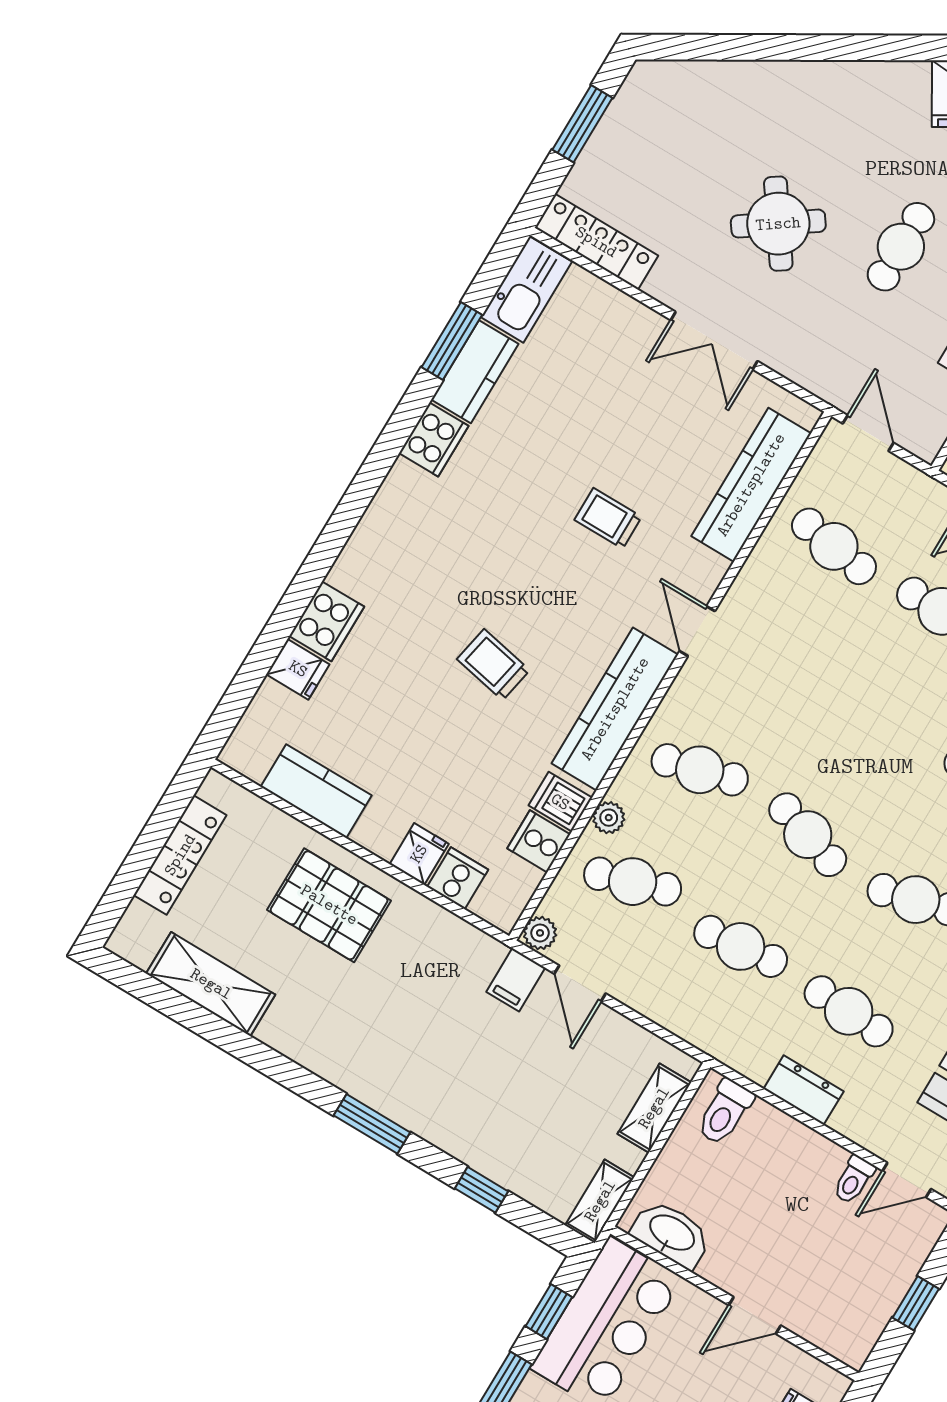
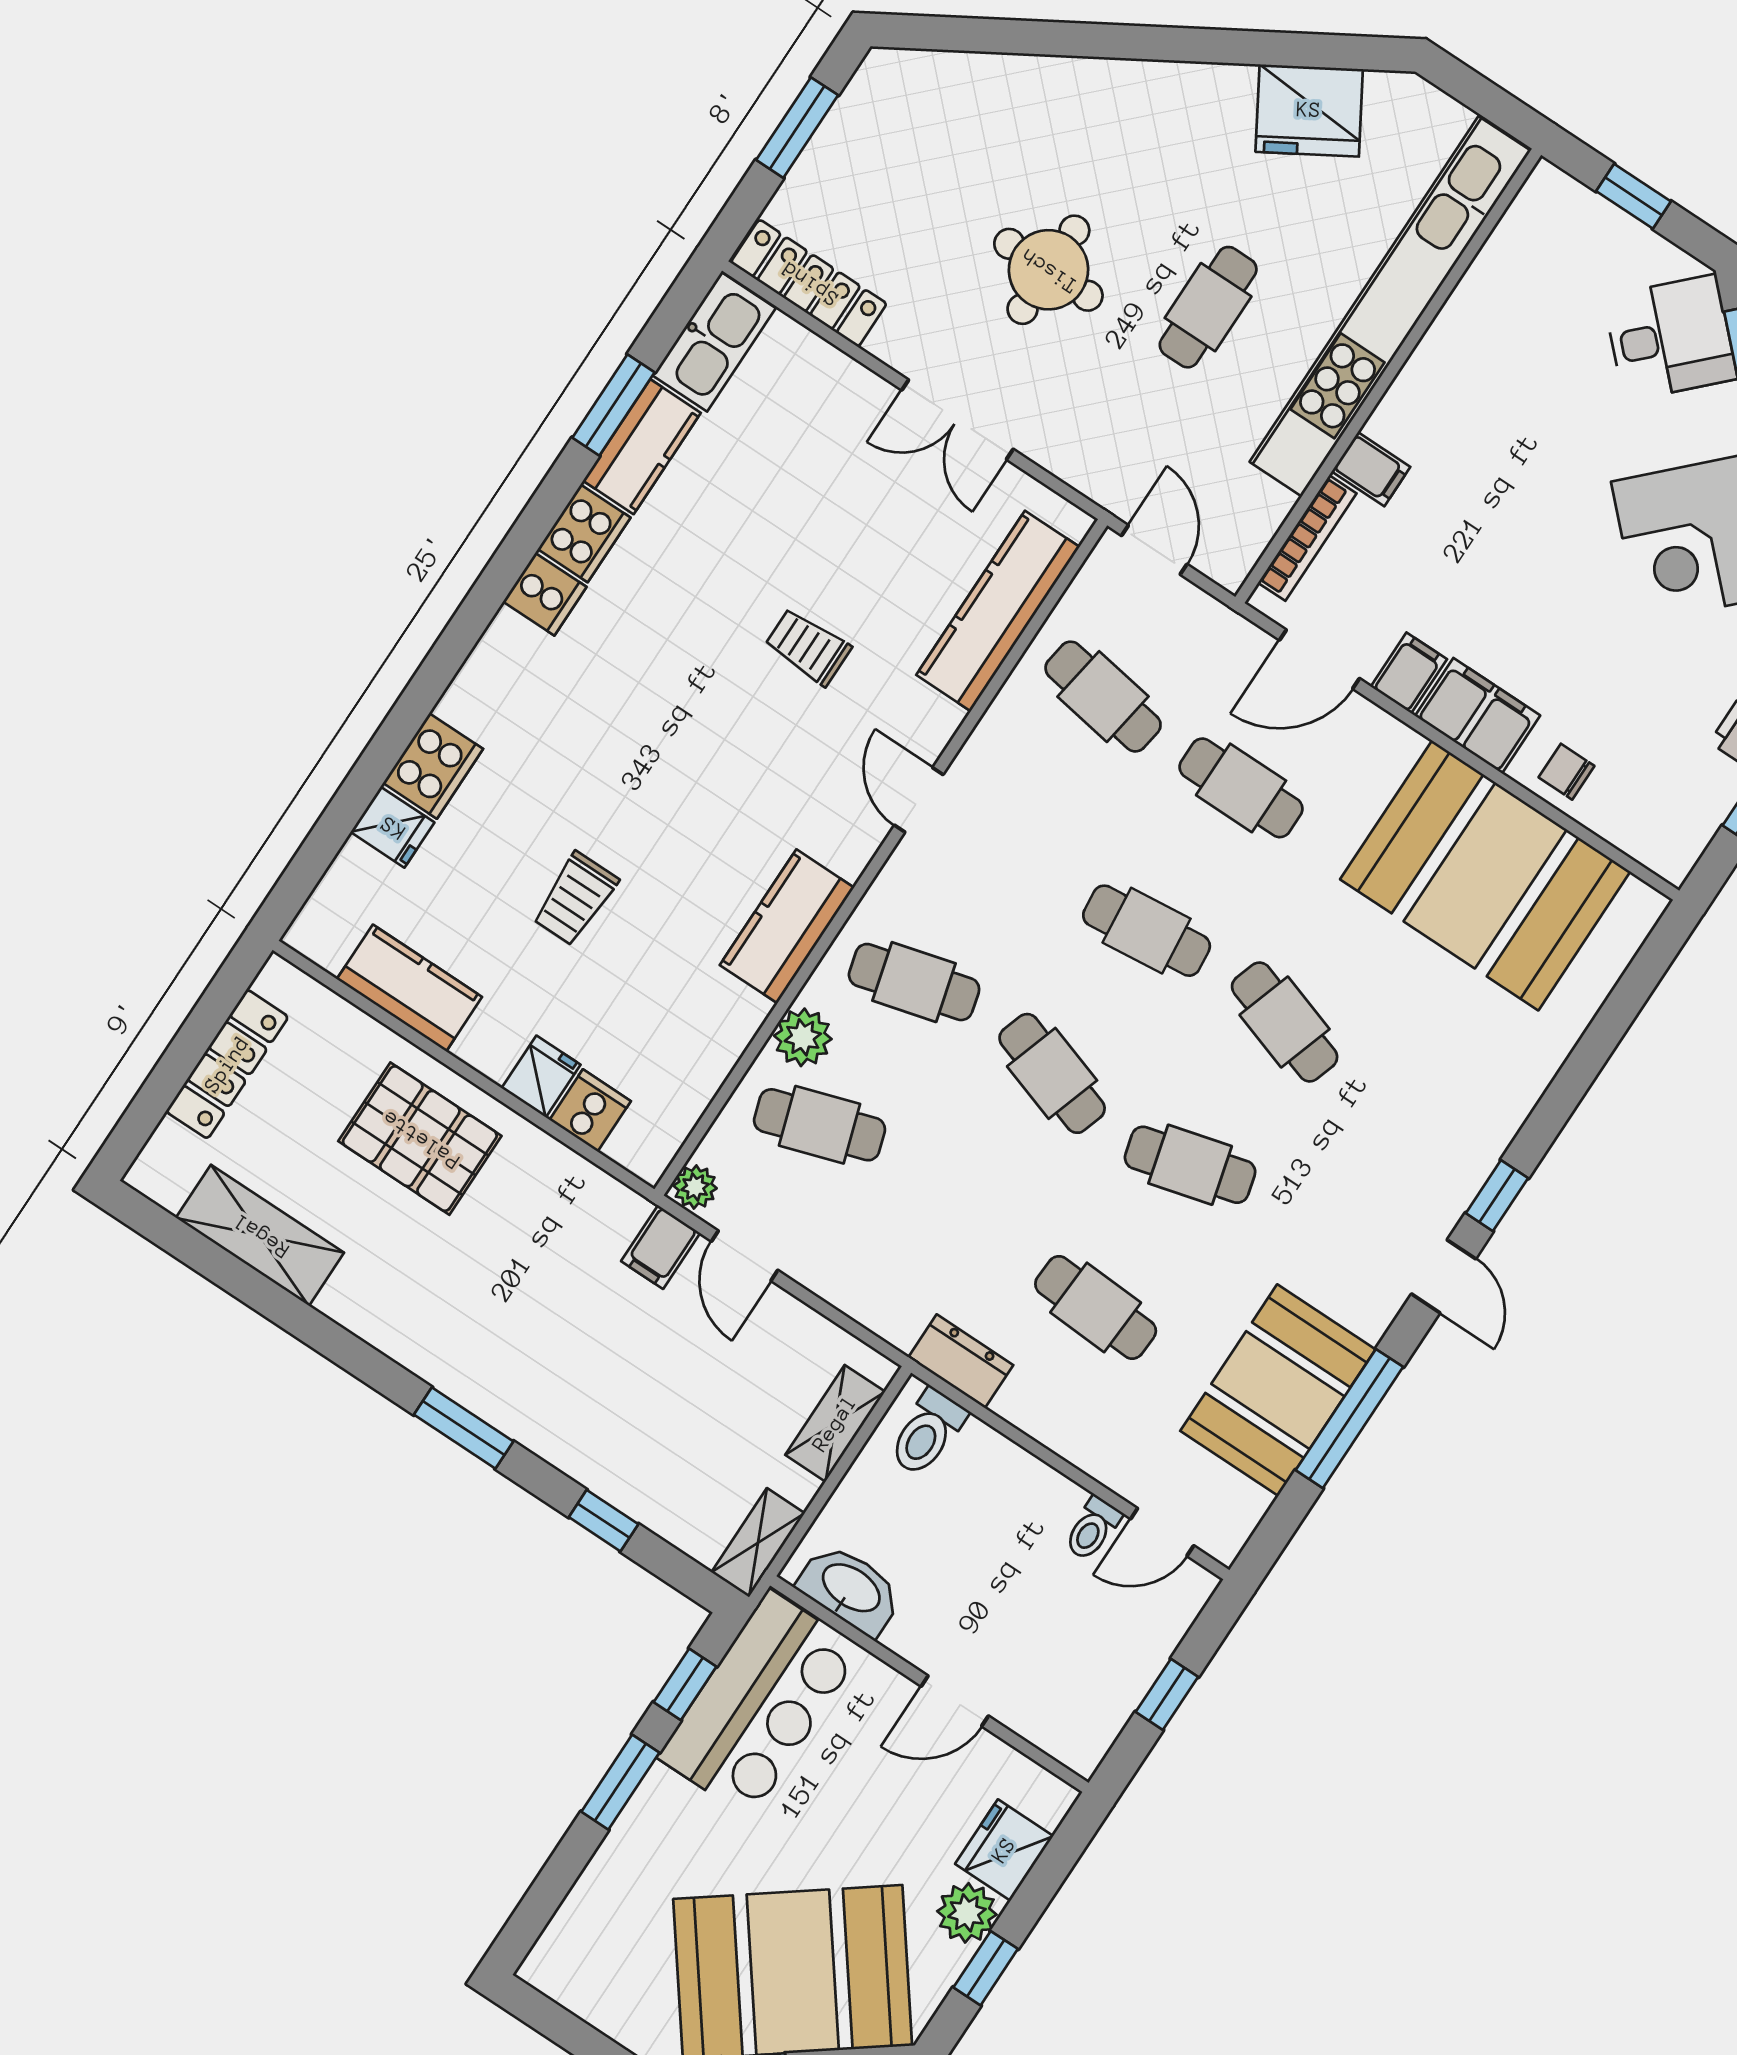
round table: (778, 224) -> (1048, 270), turned 35
trolley: (493, 665) -> (575, 899), moved, turned -101
kitchen counter: (615, 709) -> (787, 926), width x0.67
dishwasher: (560, 802) -> (729, 1016), removed
plant: (609, 818) -> (803, 1037), width x1.38, depth x1.38
cooker: (539, 841) -> (545, 594), moved, turned 180
cafe table: (741, 946) -> (1147, 931), moved
dresser: (804, 1090) -> (961, 1361), moved

